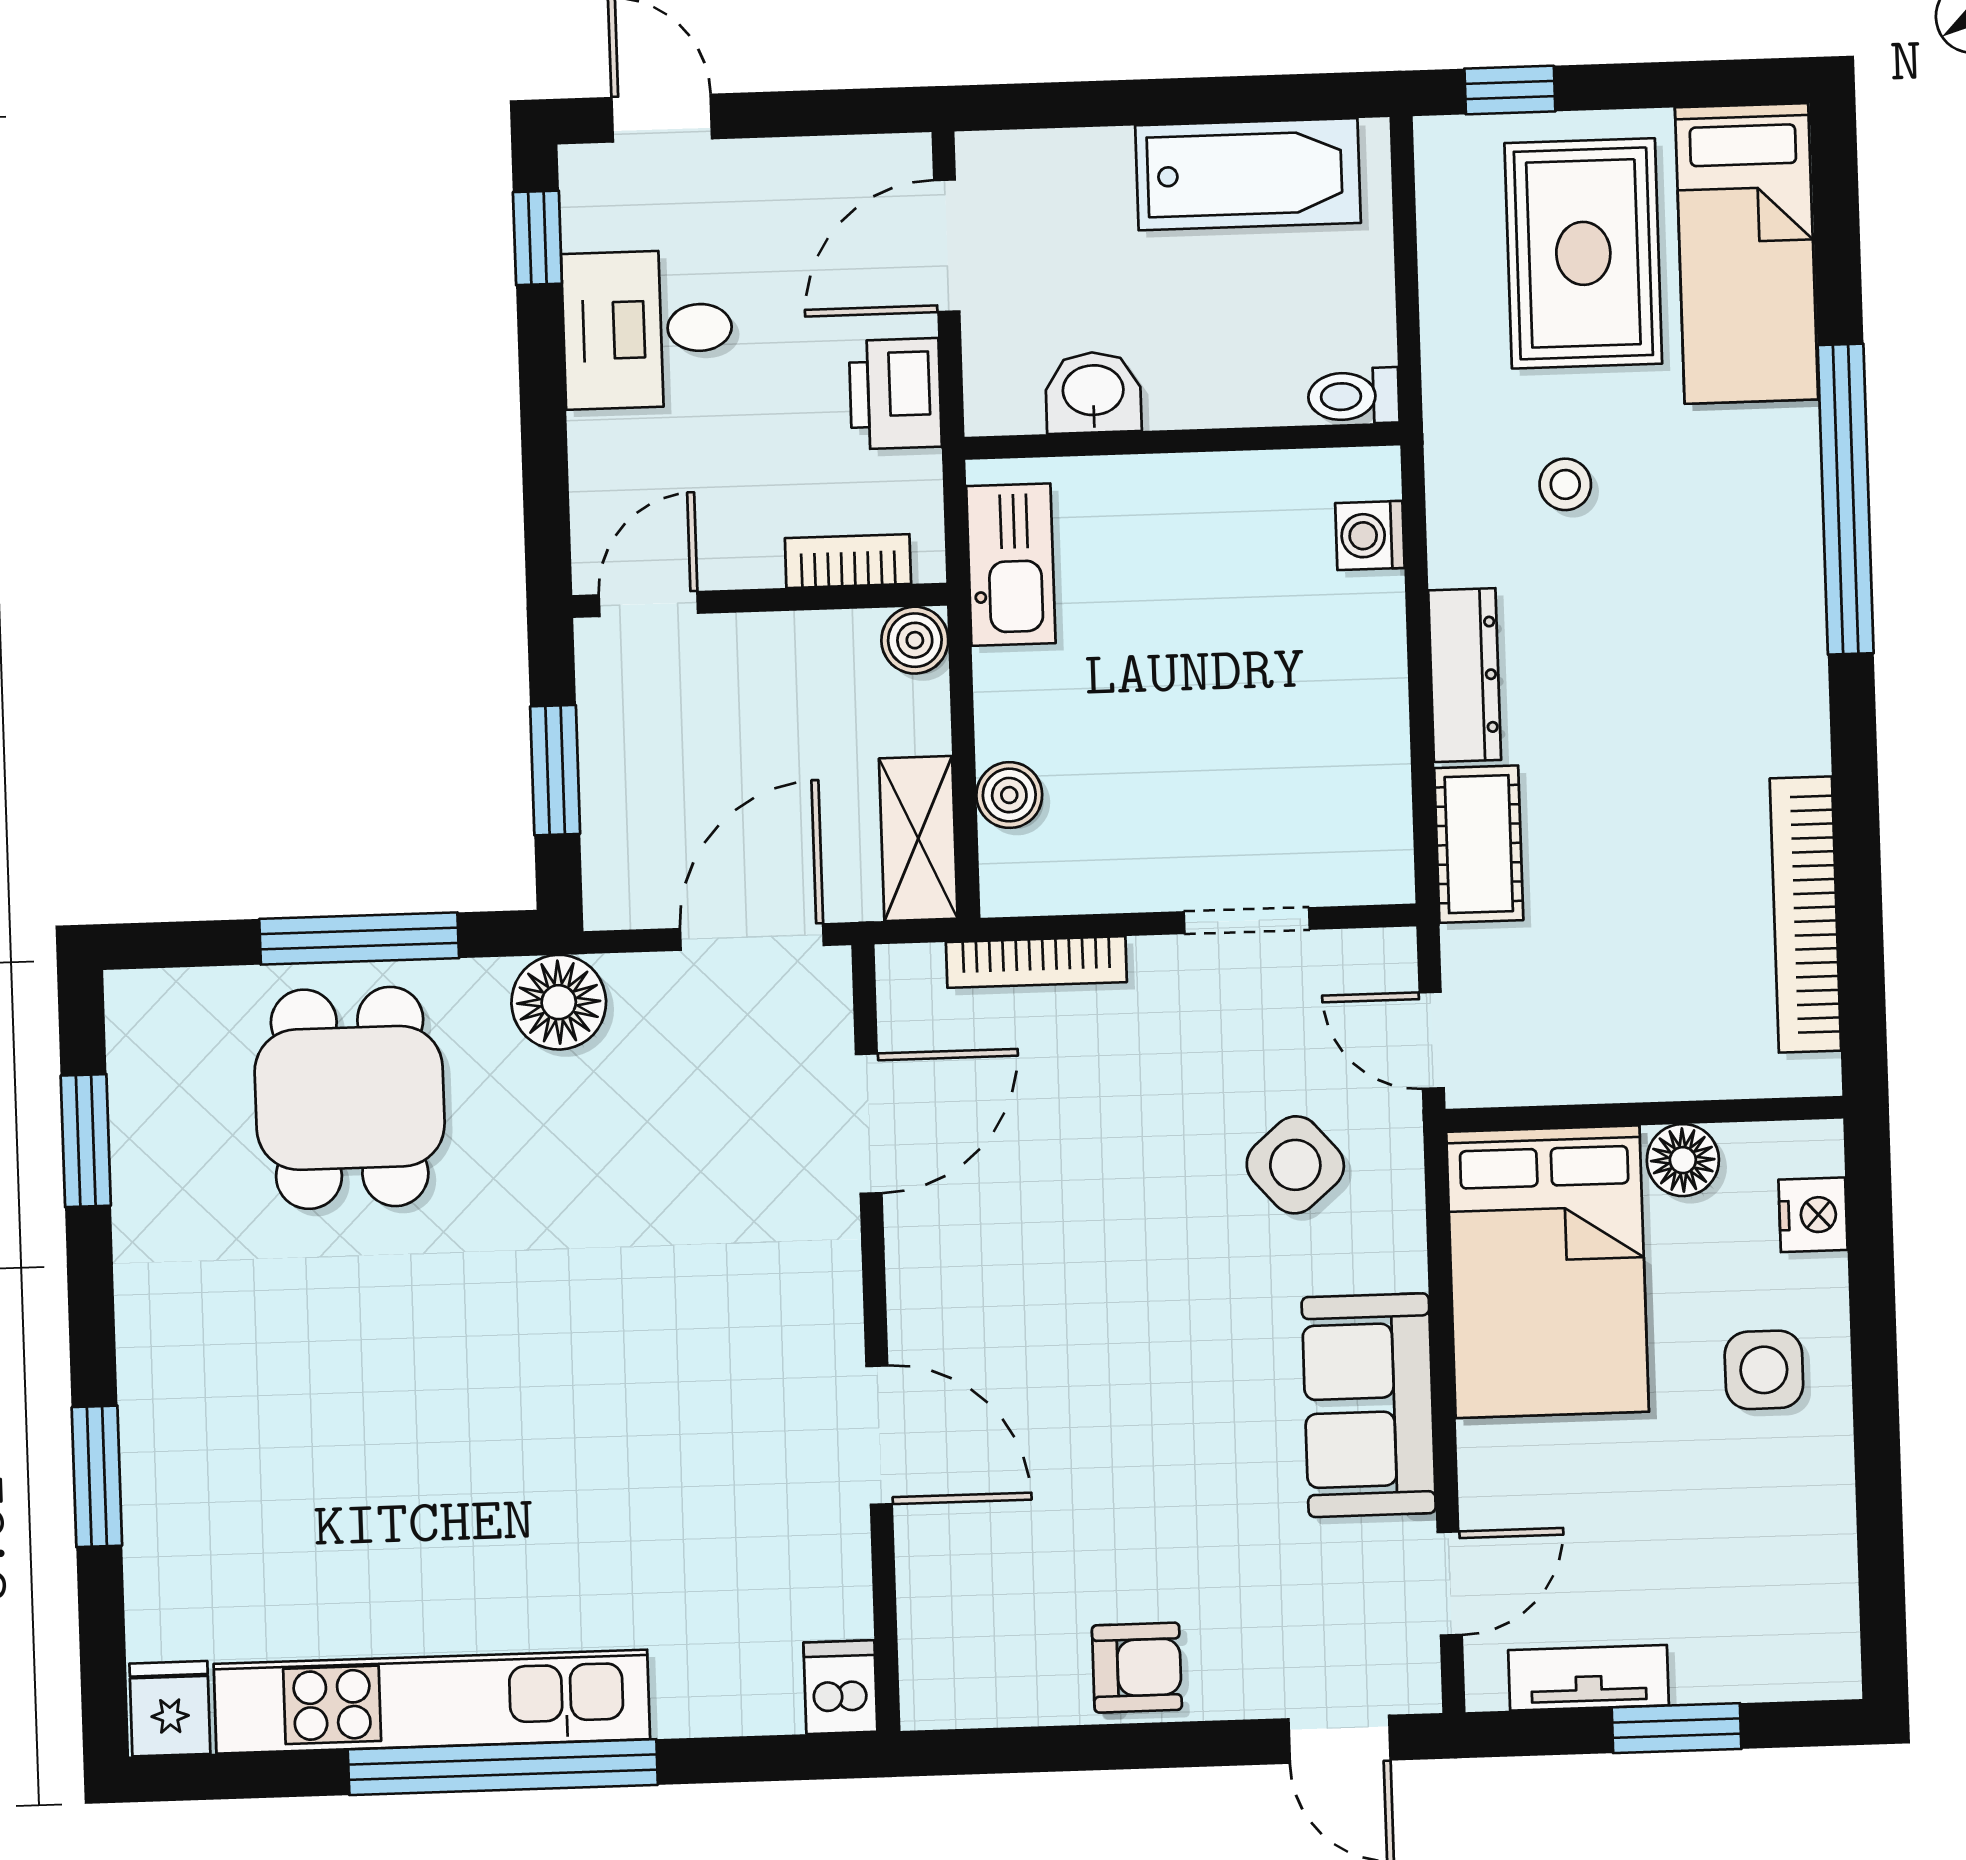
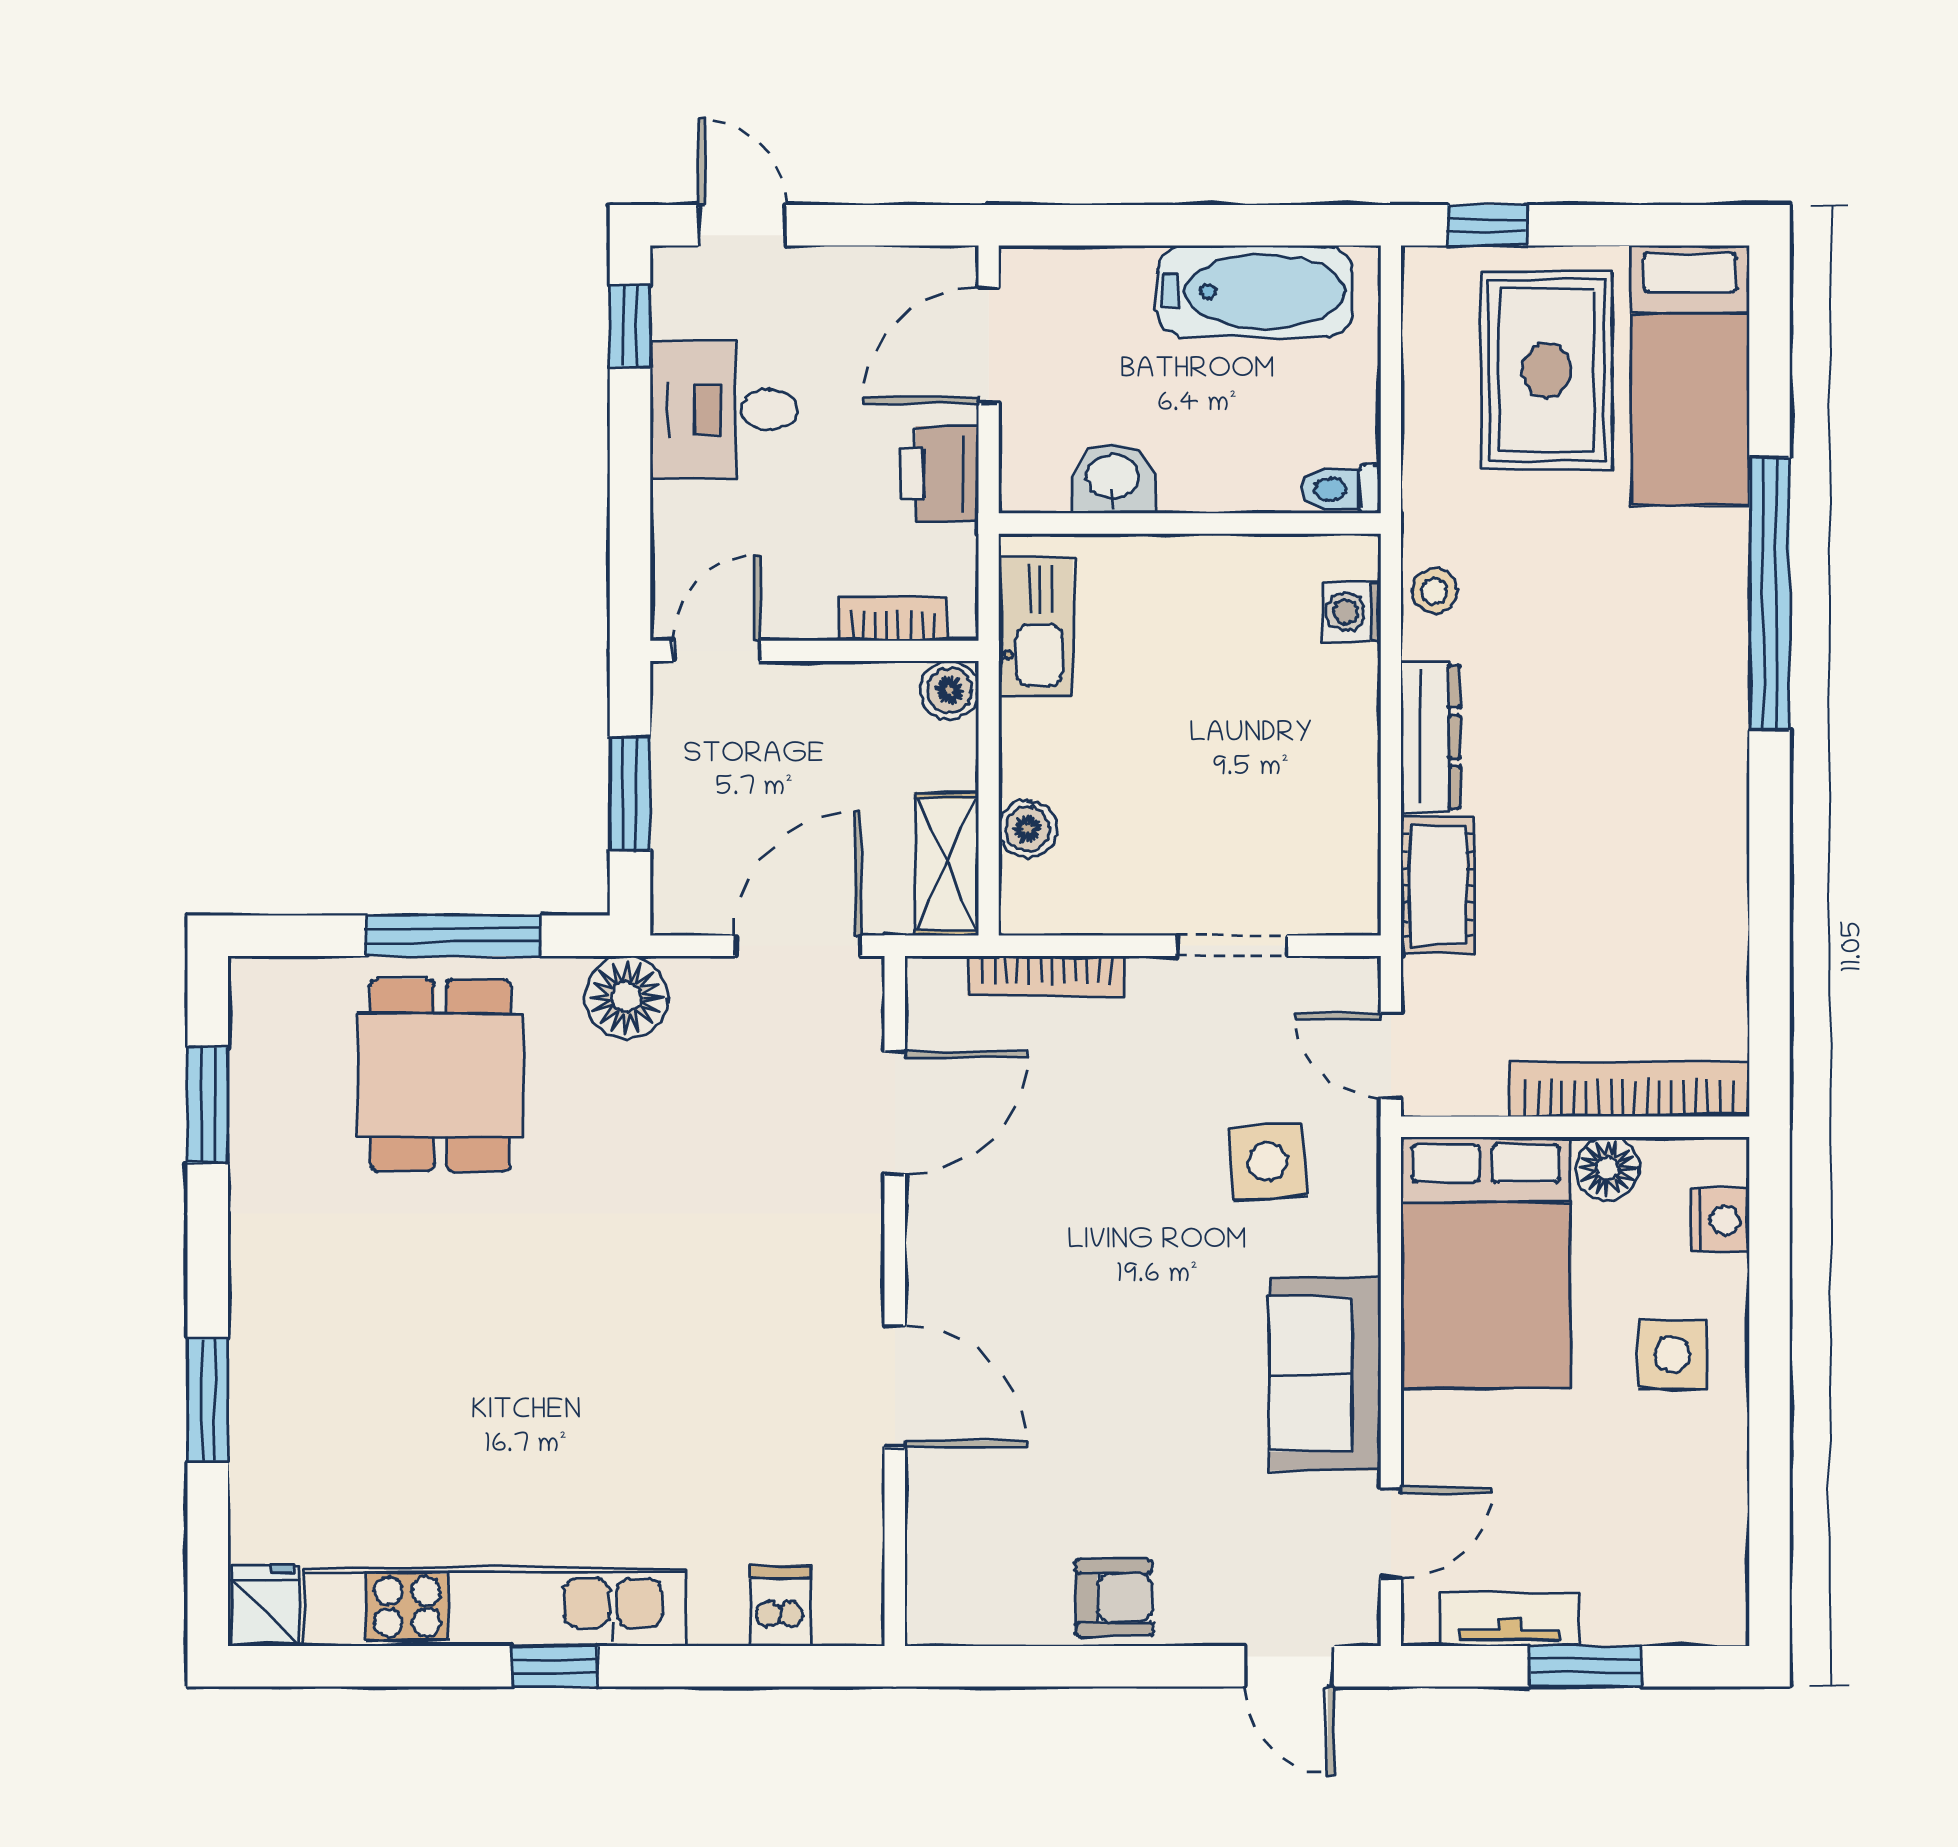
stool: (1565, 484) -> (1434, 591), moved
bookcase: (1805, 915) -> (1629, 1089), moved, turned 90
side table: (1295, 1165) -> (1268, 1161), turned 37
dishwasher: (840, 1687) -> (780, 1606), moved
window: (503, 1767) -> (555, 1666), width x0.32

